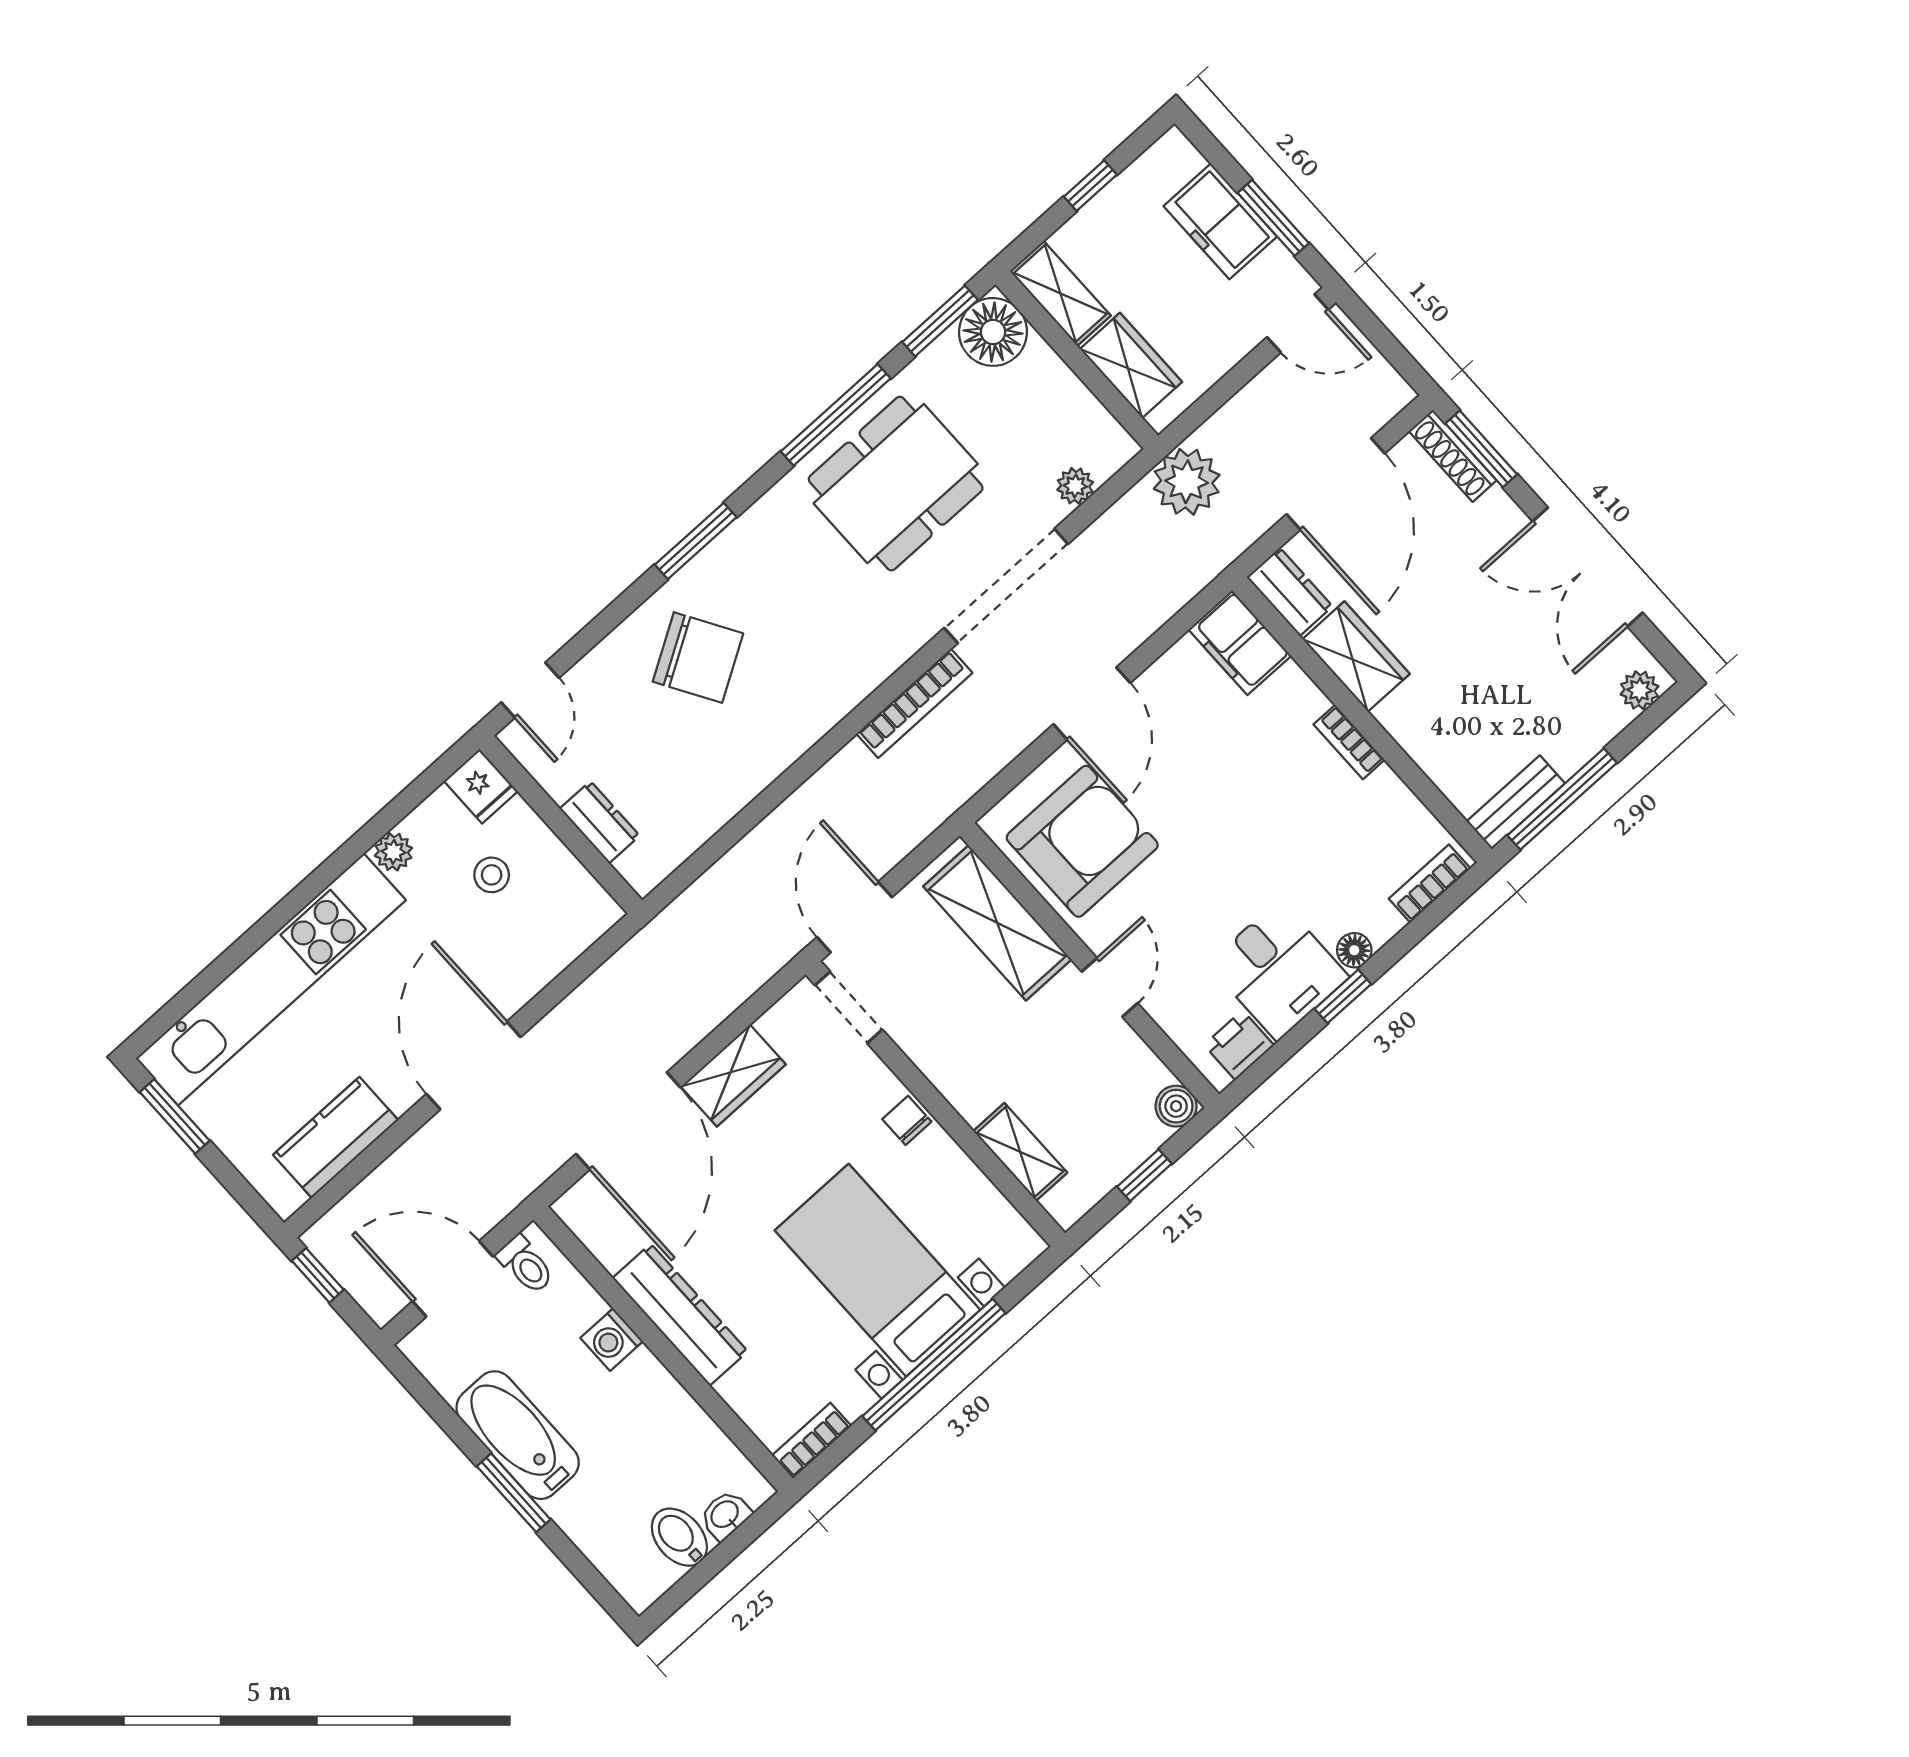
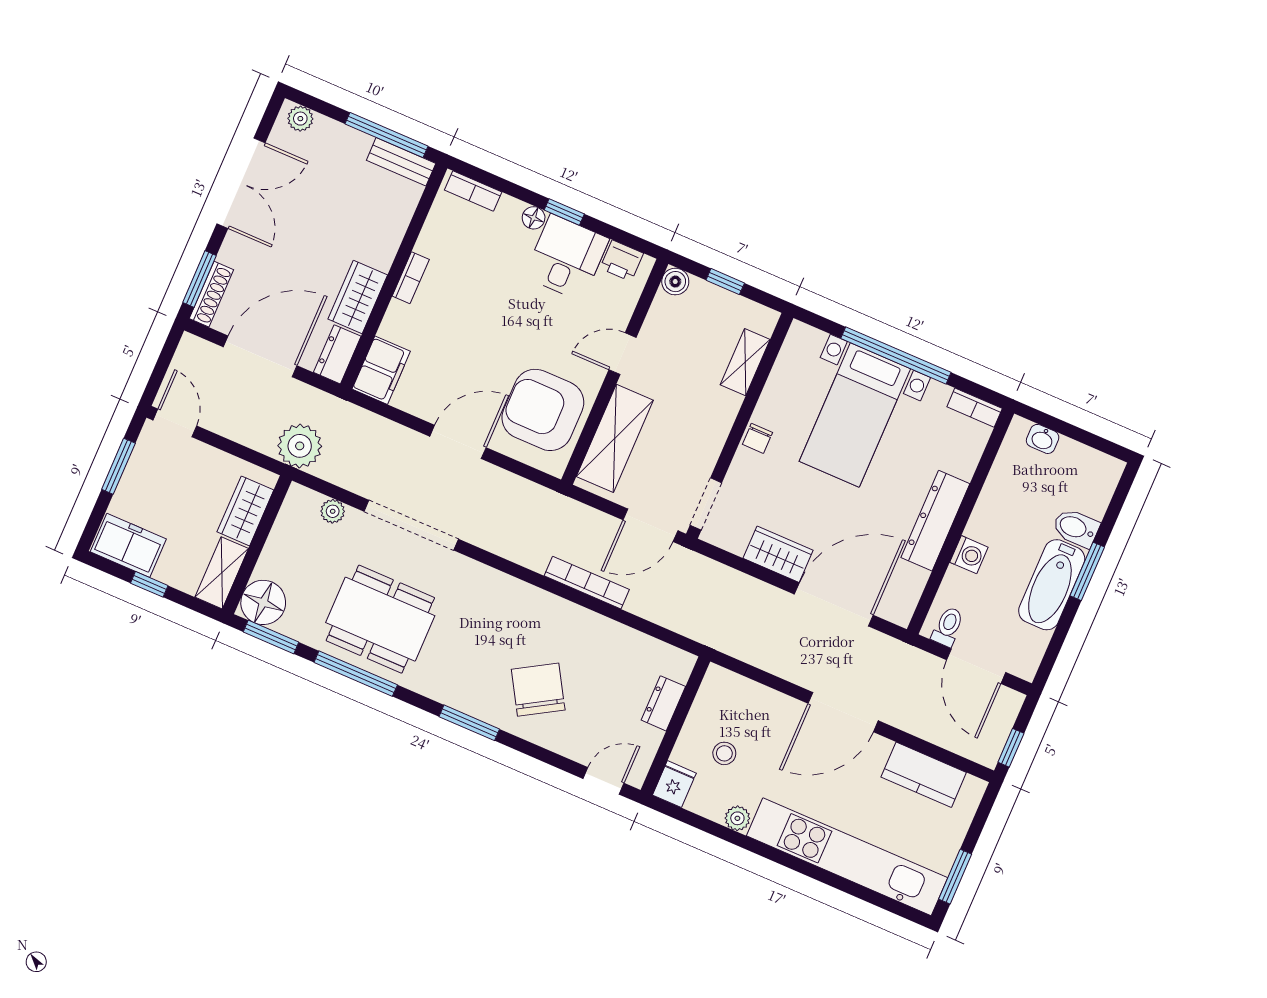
freezer: (1220, 221) -> (128, 545), moved, turned -90
bookcase: (914, 703) -> (587, 583), moved
bidet: (679, 1537) -> (1076, 528), moved, turned 90

